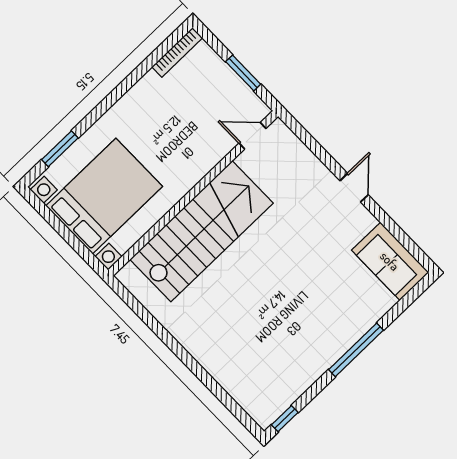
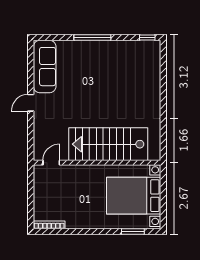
window: (243, 73) -> (31, 191), removed
door: (252, 136) -> (51, 163), swing flipped
sofa: (390, 261) -> (45, 67), width x1.36

